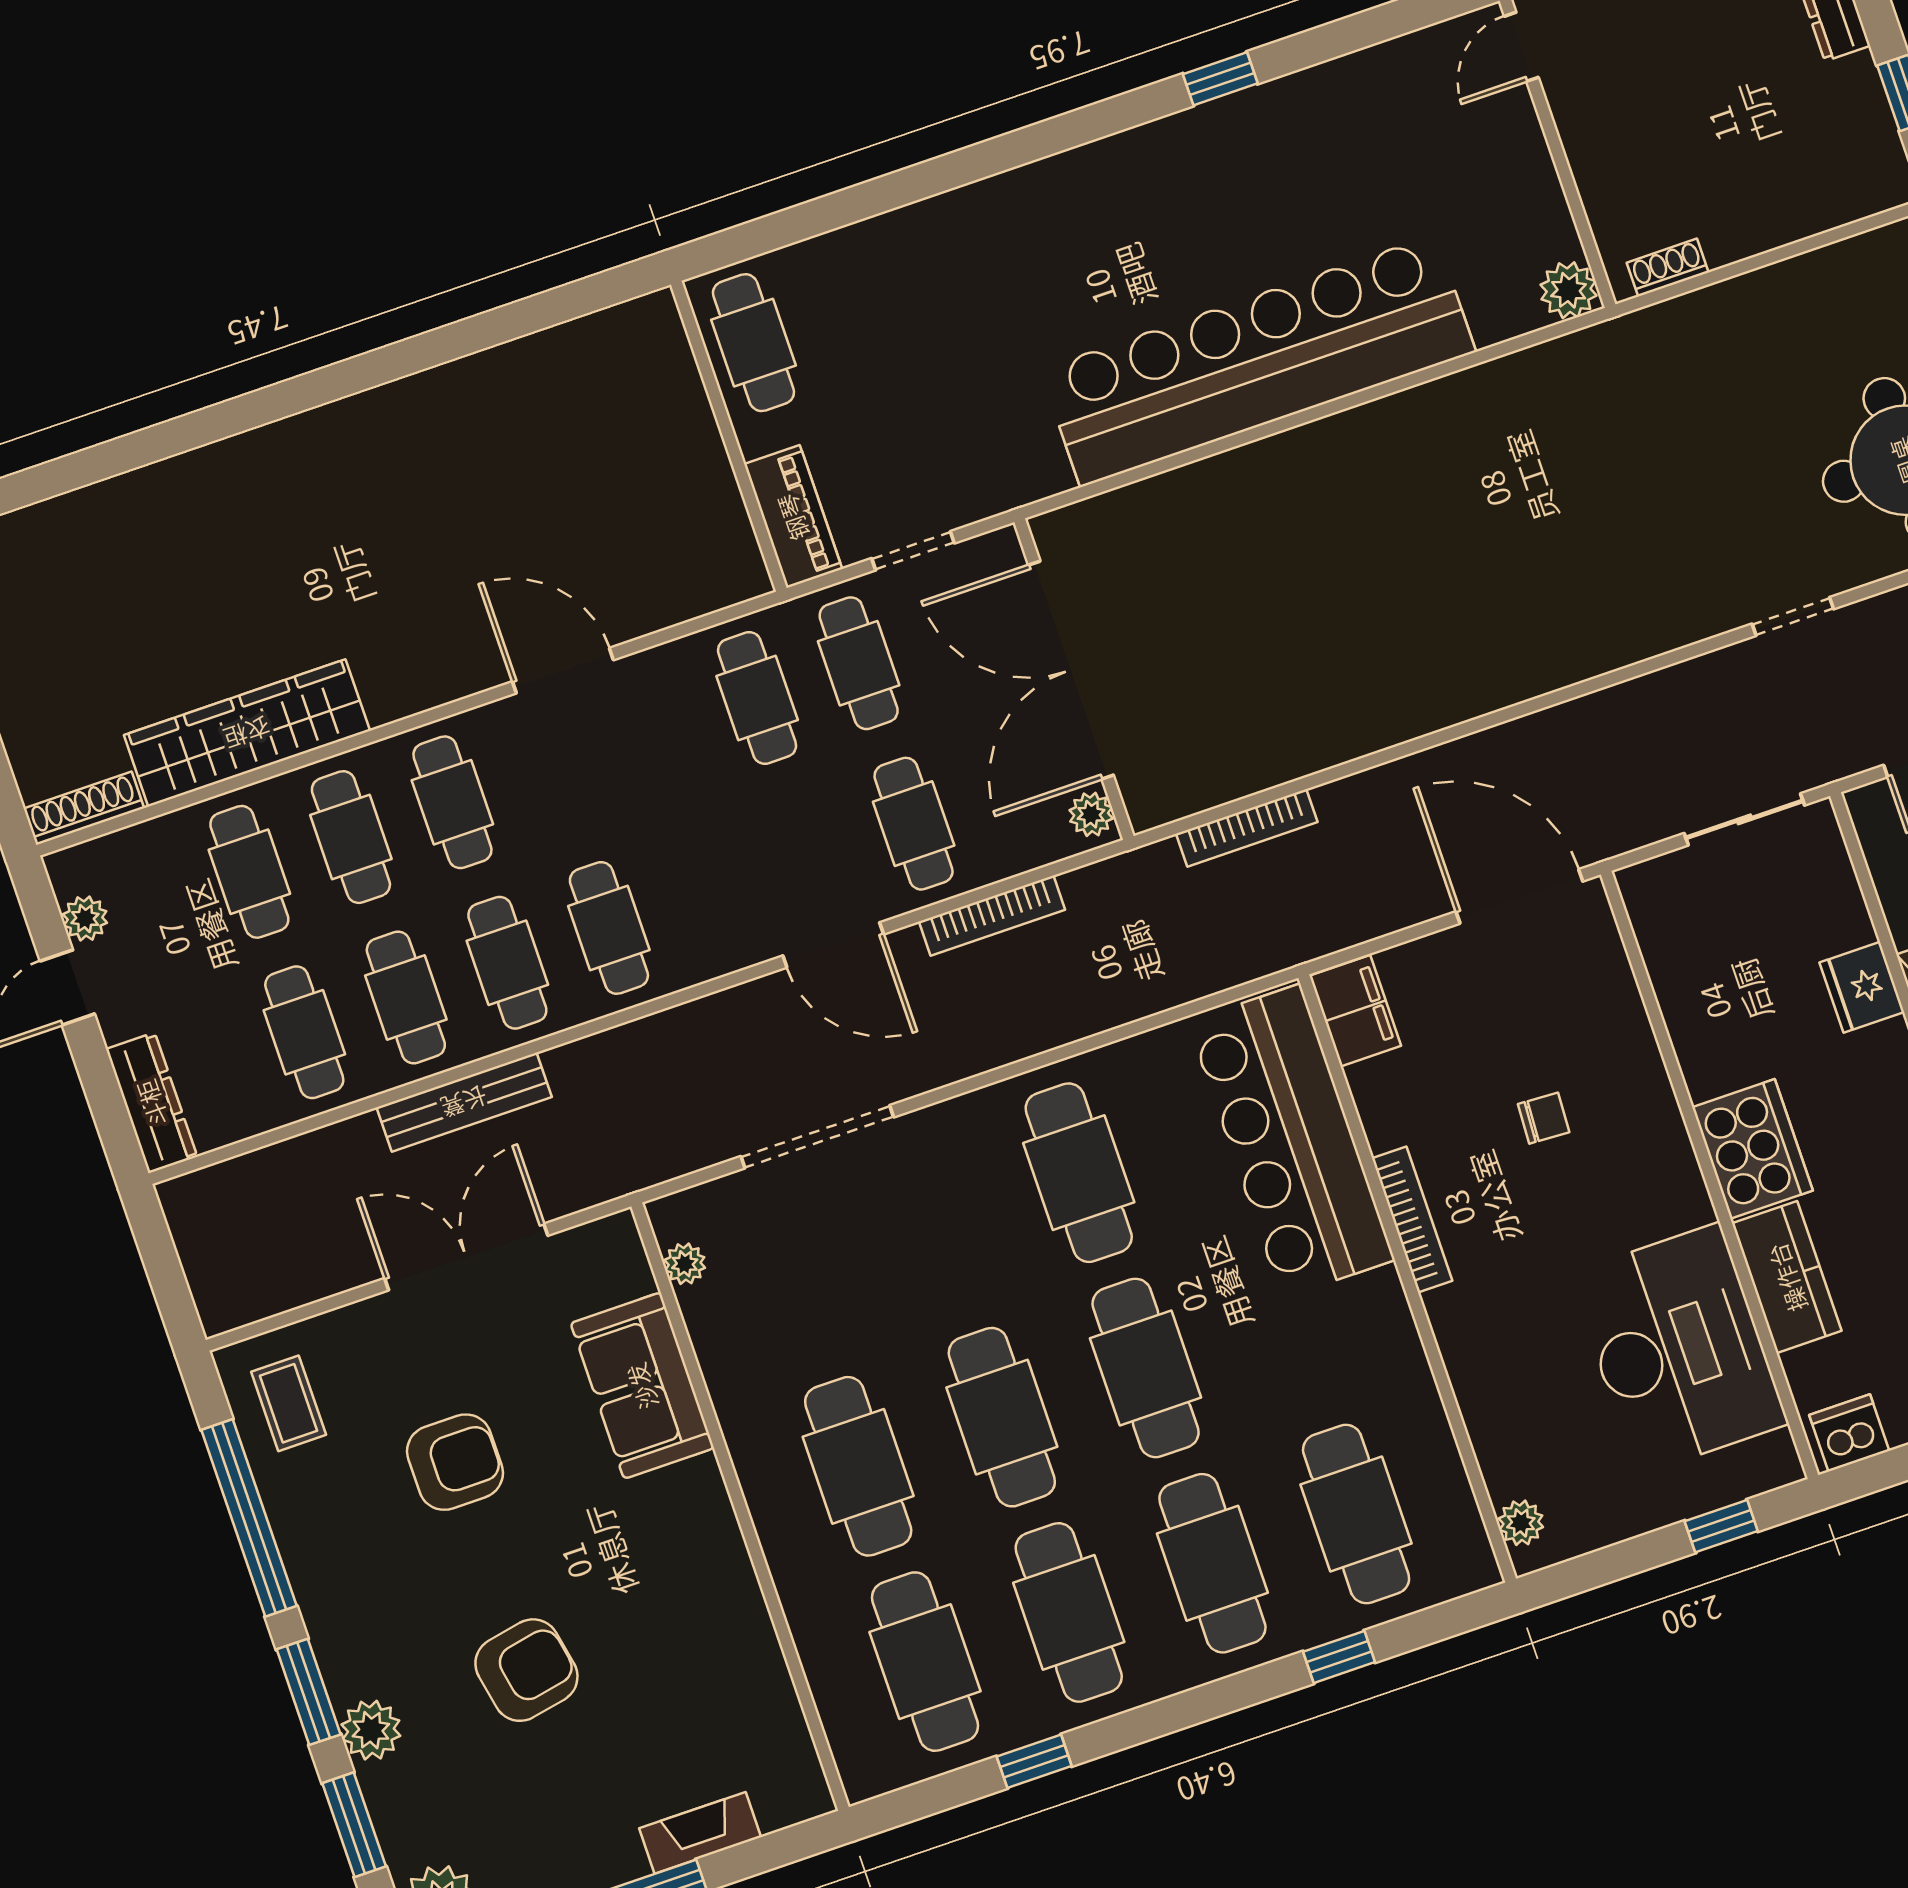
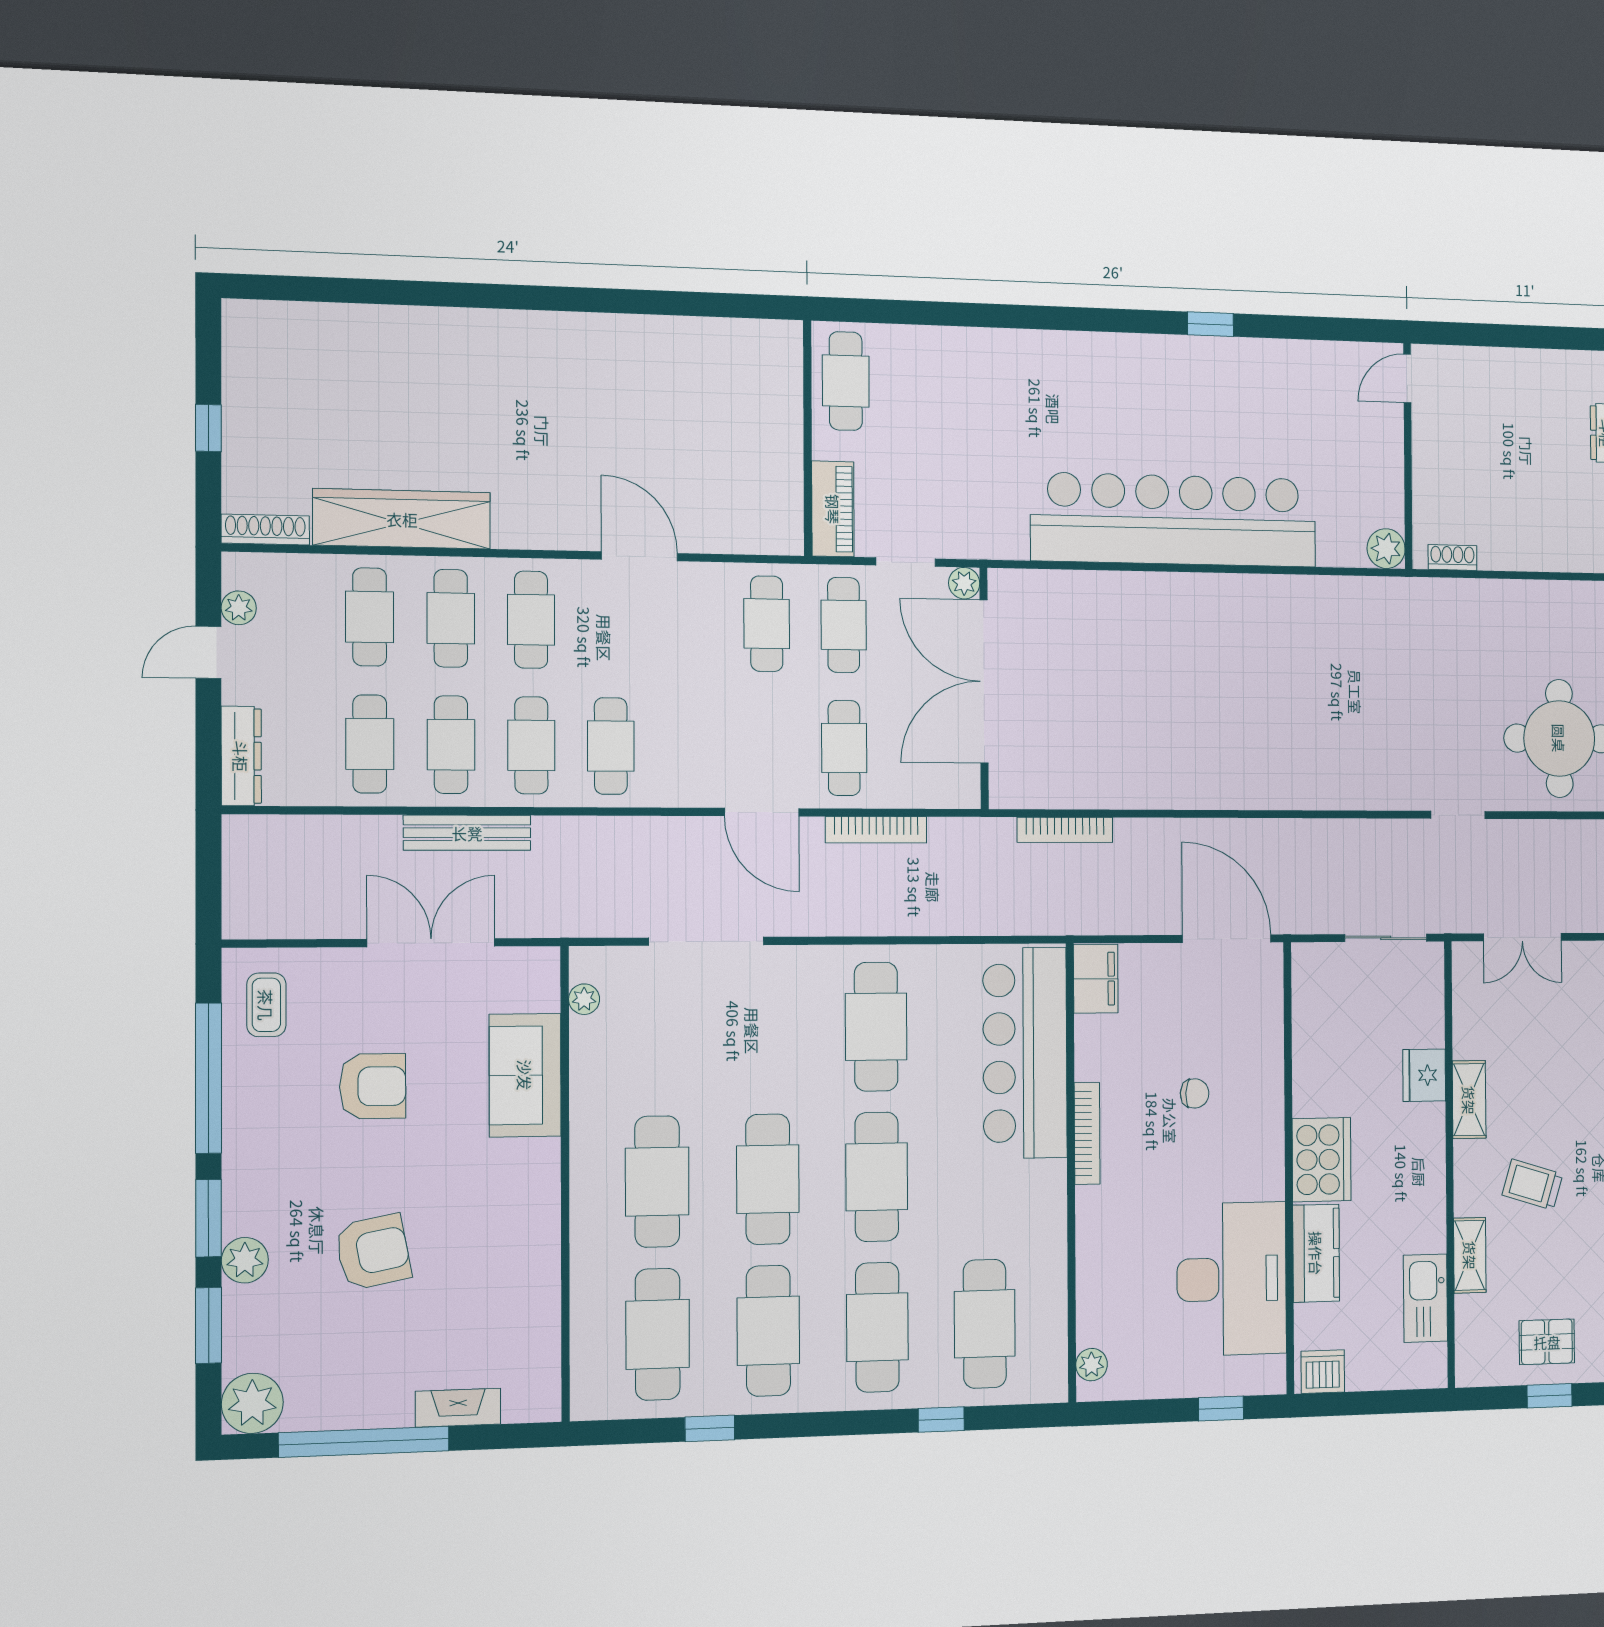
plant: (1091, 814) -> (964, 583), moved

